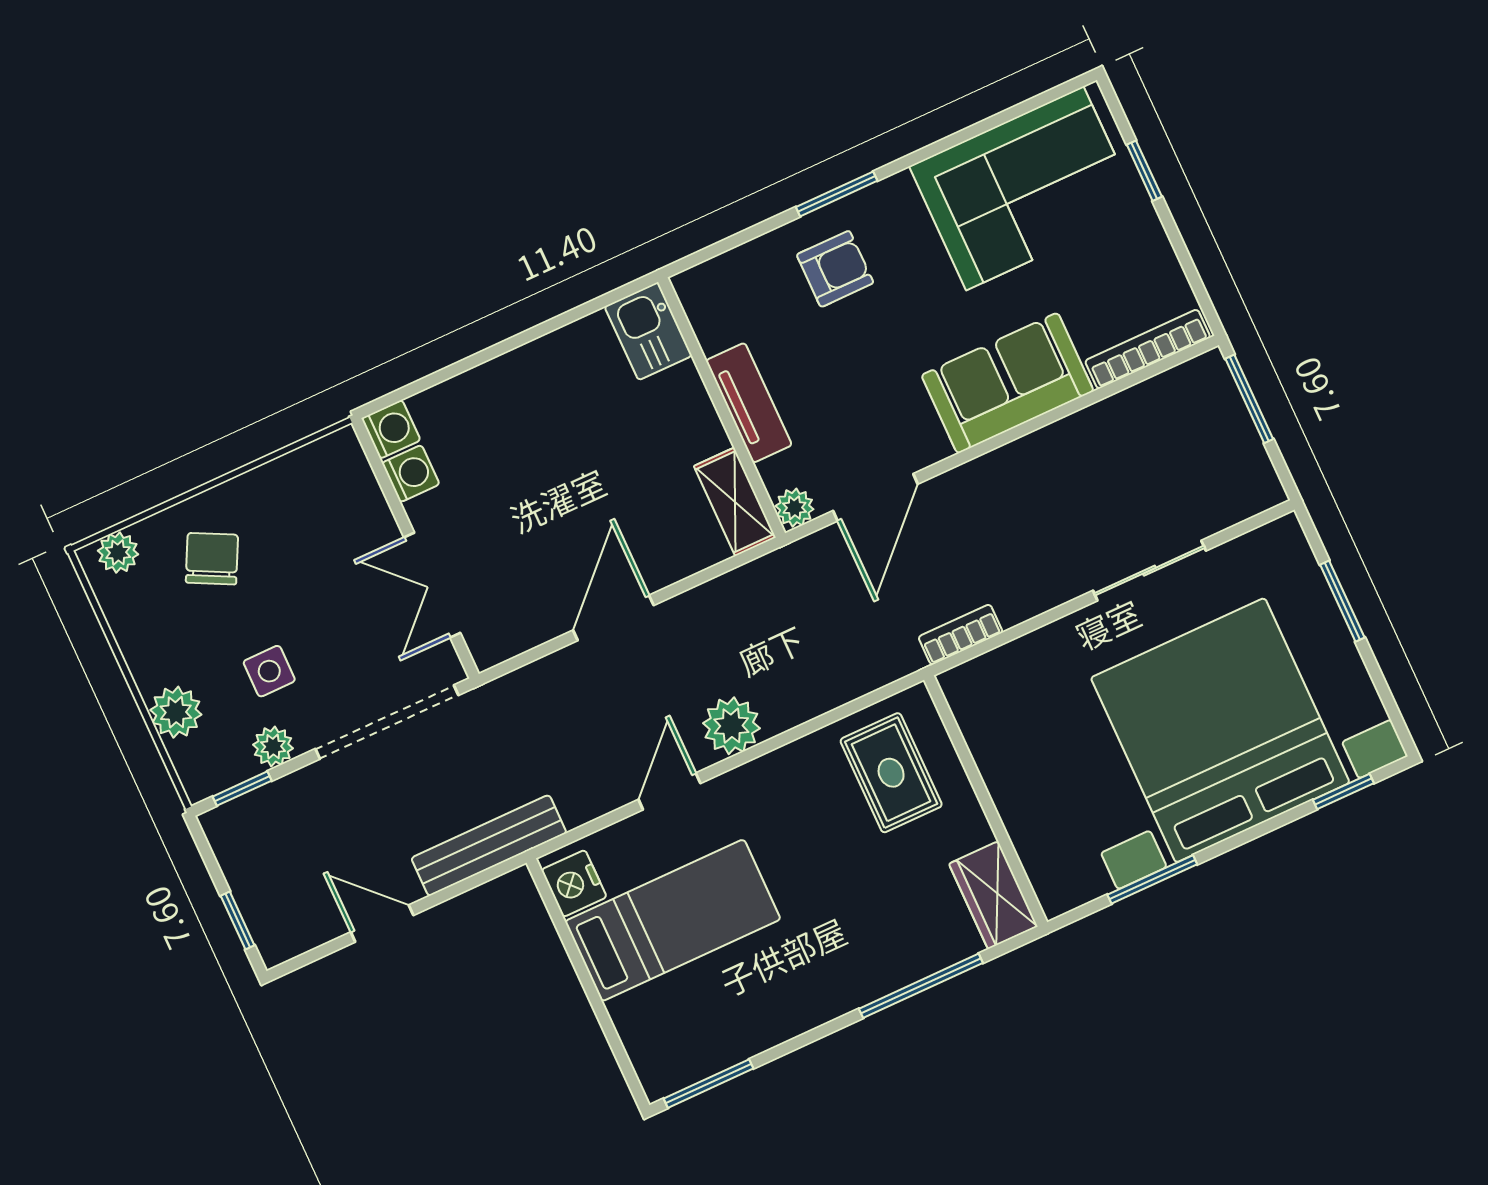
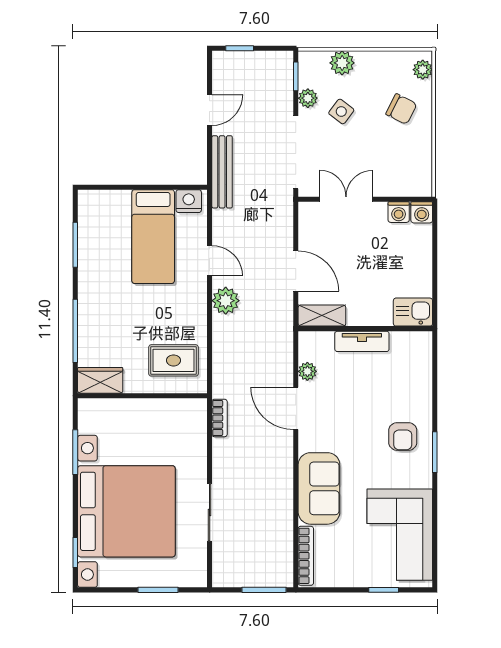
kitchen sink: (648, 331) -> (413, 312), moved
tv unit: (749, 403) -> (362, 341), moved
wall: (722, 407) -> (365, 329), moved
shelving: (735, 502) -> (322, 316), moved
side table: (269, 671) -> (341, 112), turned 37
window: (708, 1084) -> (75, 245), moved

